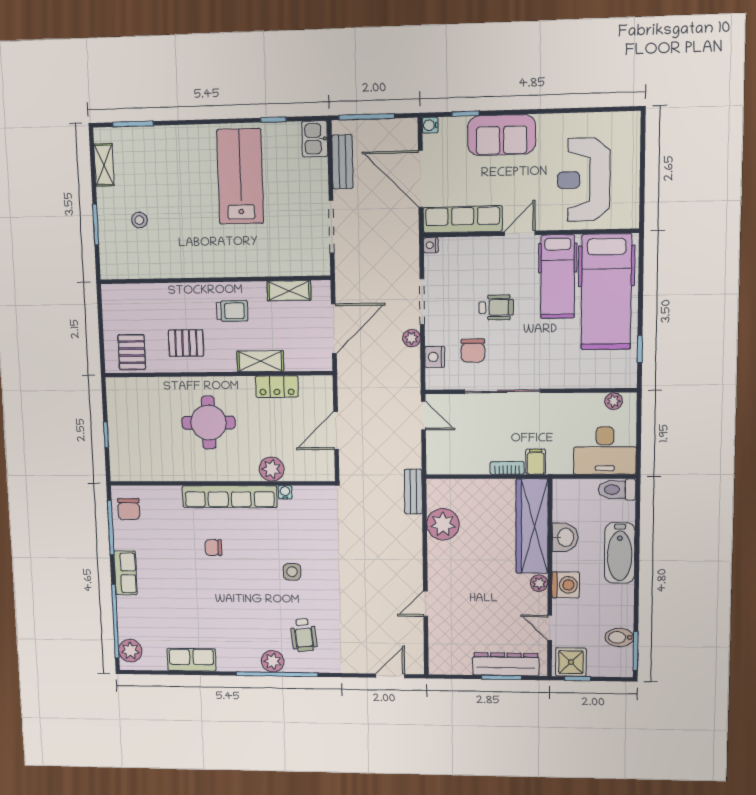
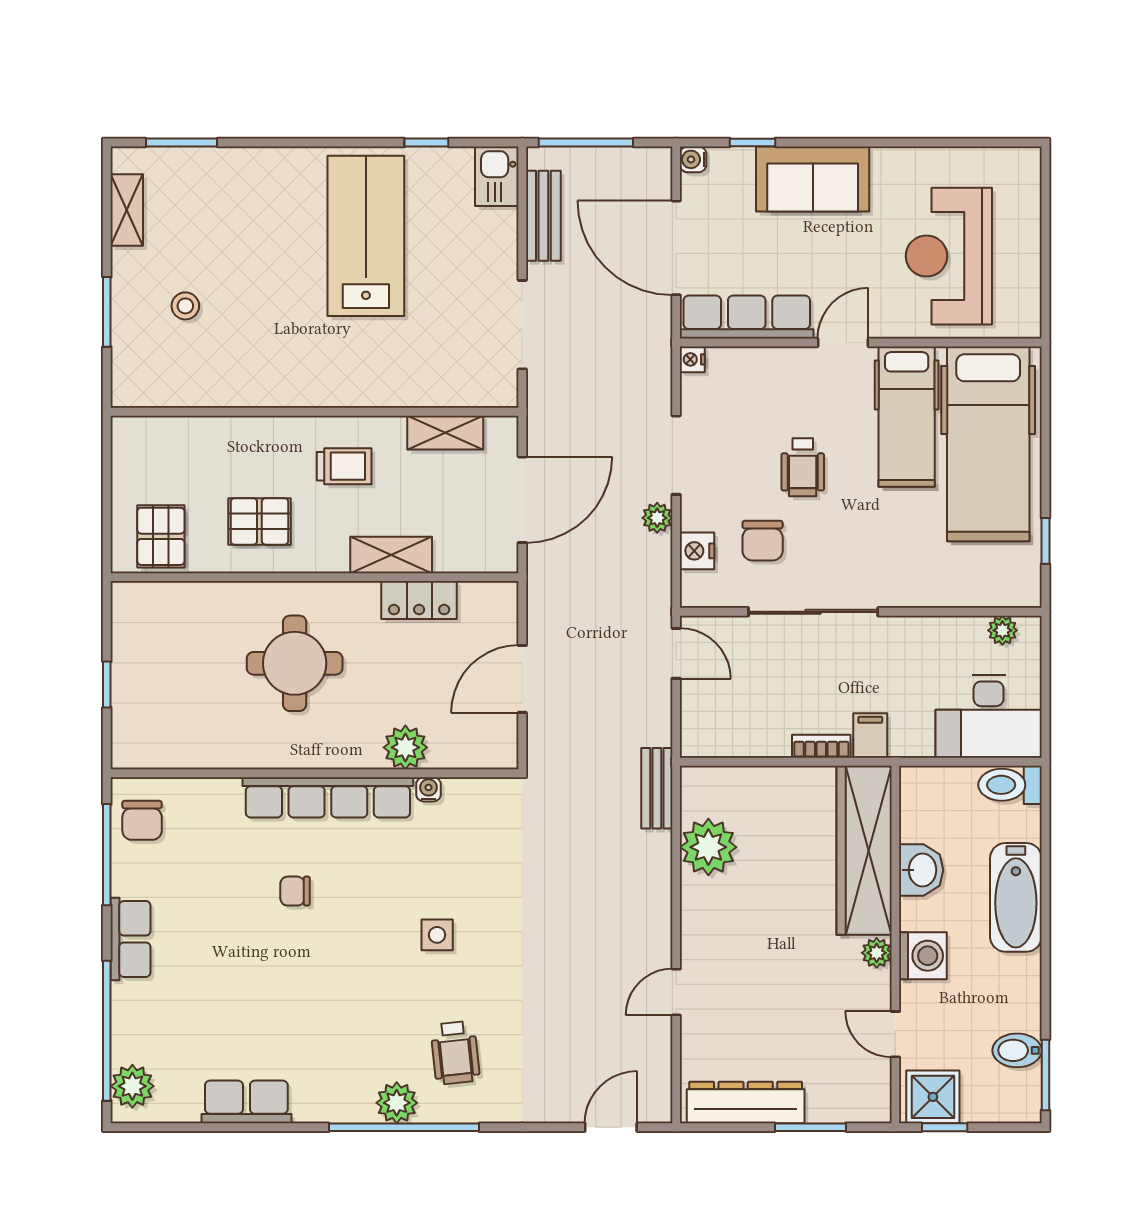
wheelchair: (496, 307) -> (803, 467), turned 90
dresser: (506, 664) -> (746, 1102), moved

